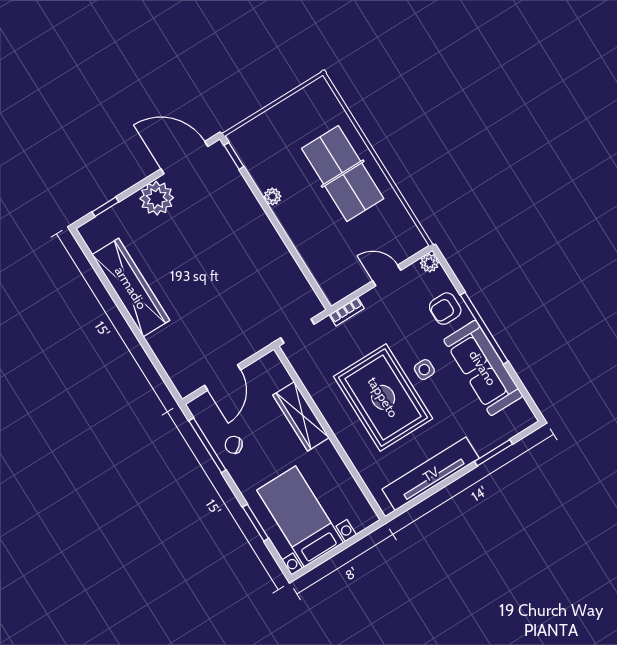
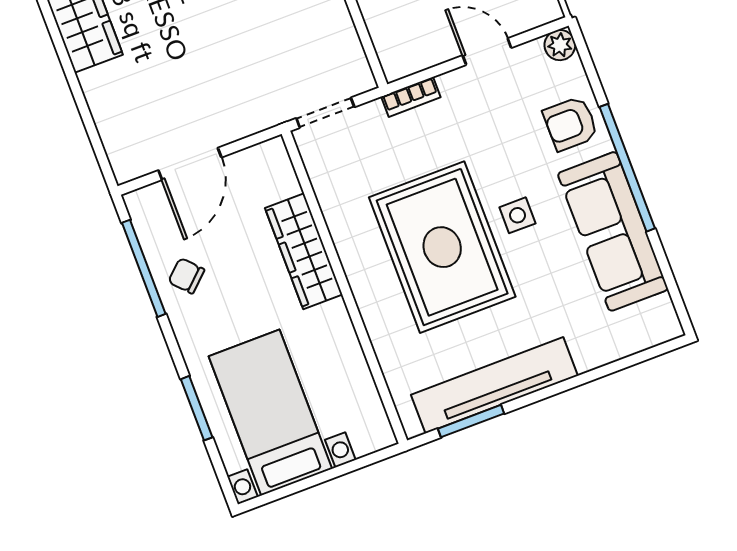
window: (493, 453) -> (471, 421), moved

